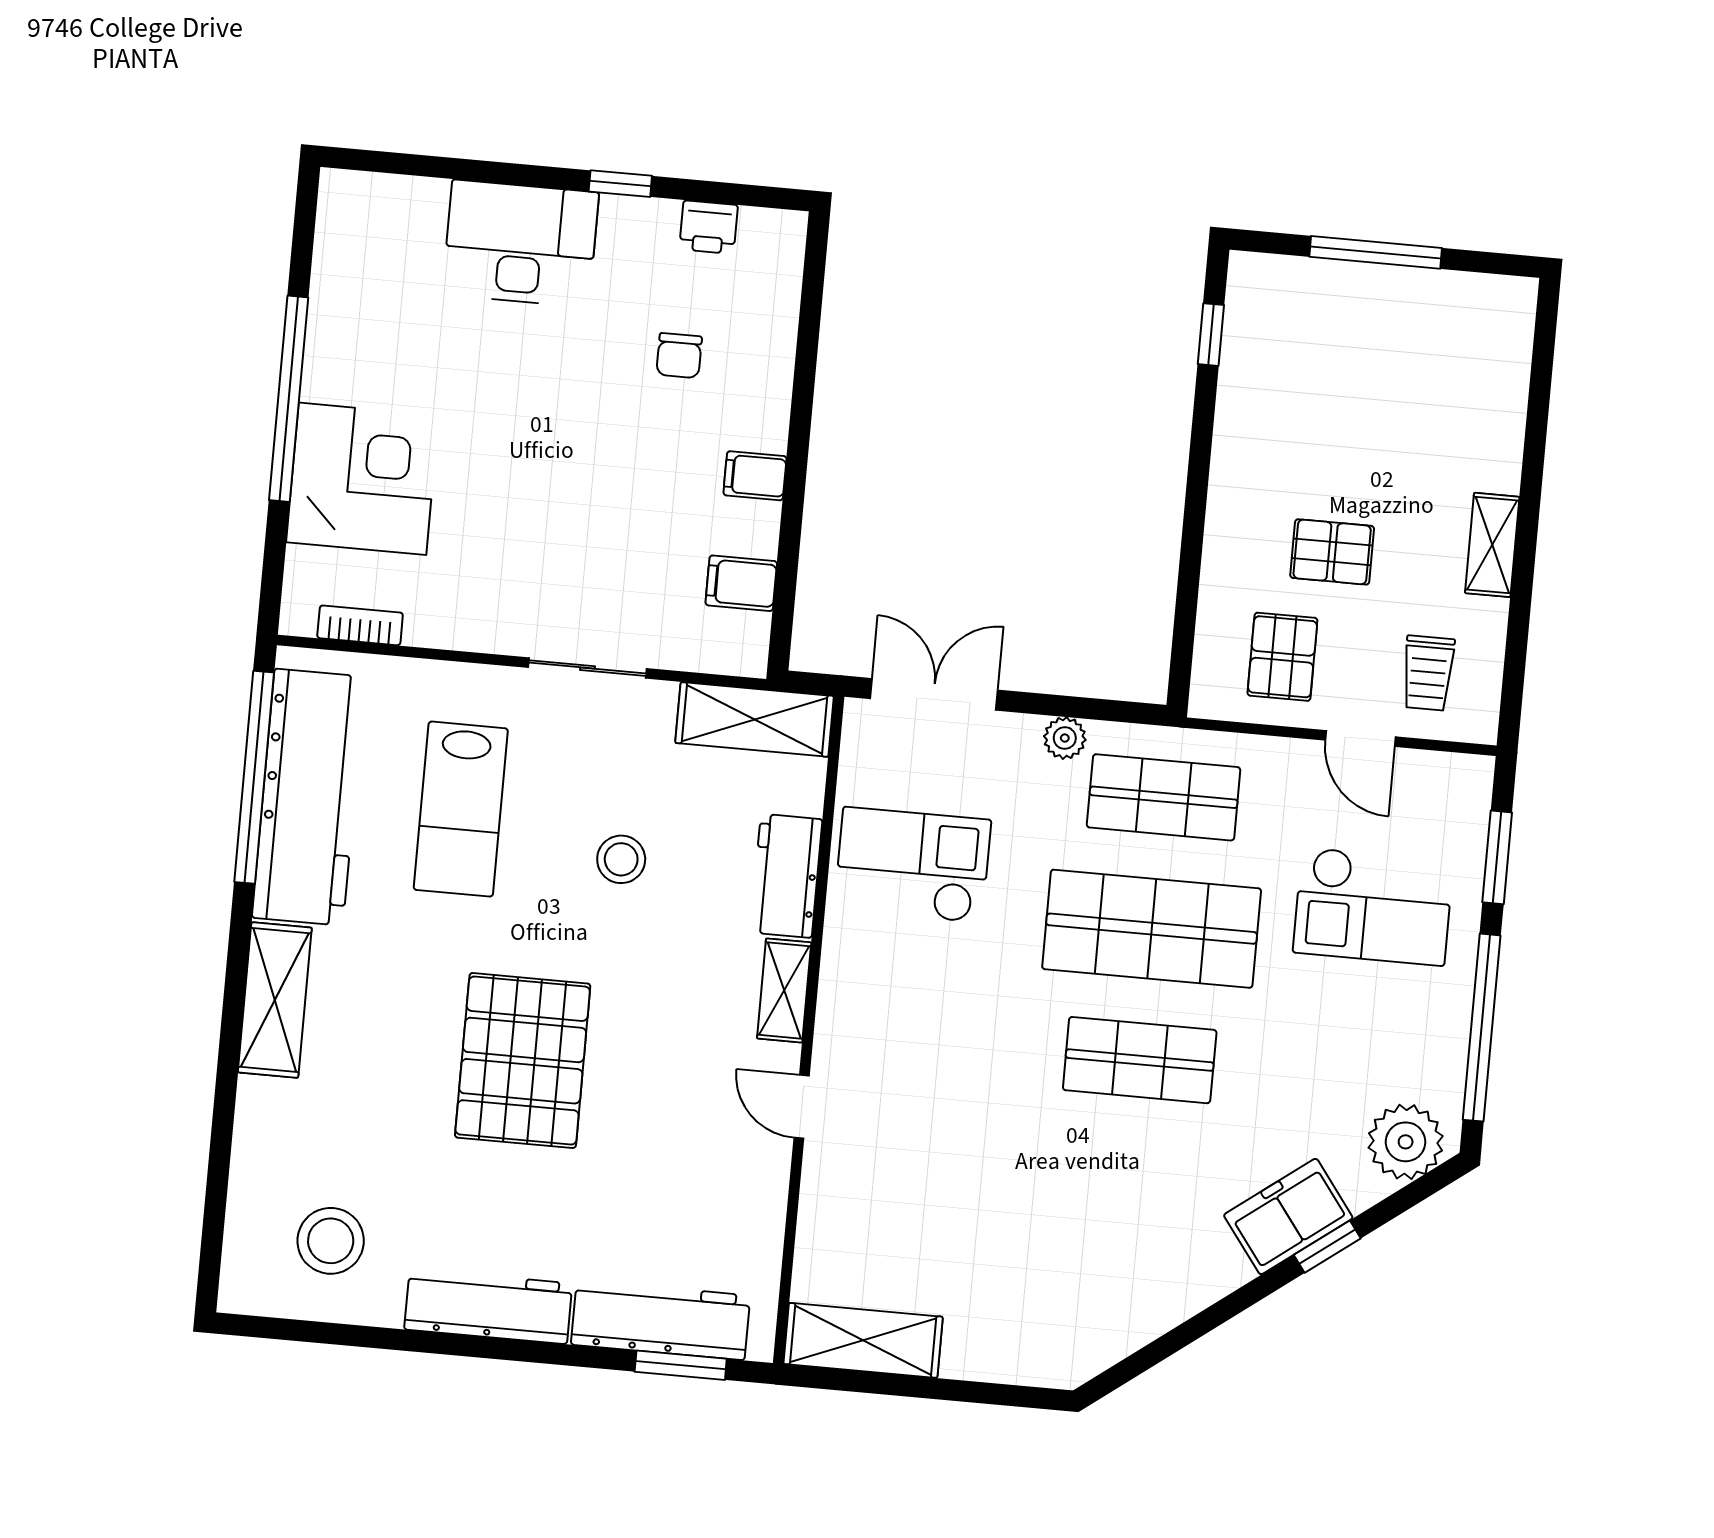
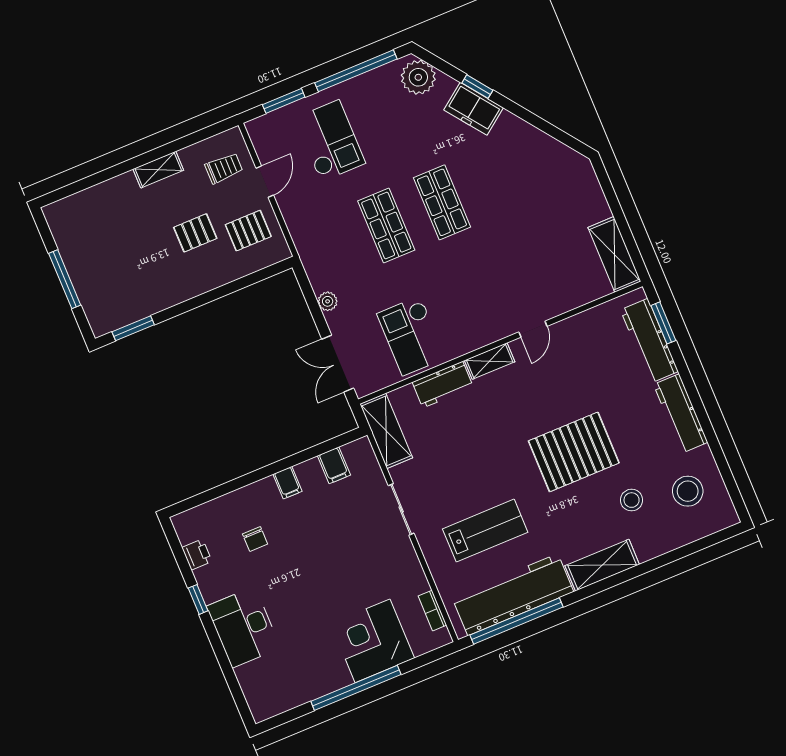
window: (1211, 335) -> (133, 328), width x1.50
chair: (679, 356) -> (255, 539), turned 90
pallet: (1332, 552) -> (195, 233), turned 90
shop shelf: (1164, 797) -> (331, 249), removed
stool: (621, 859) -> (632, 500), moved
shop shelf: (1152, 929) -> (386, 226), width x0.70, depth x0.74

